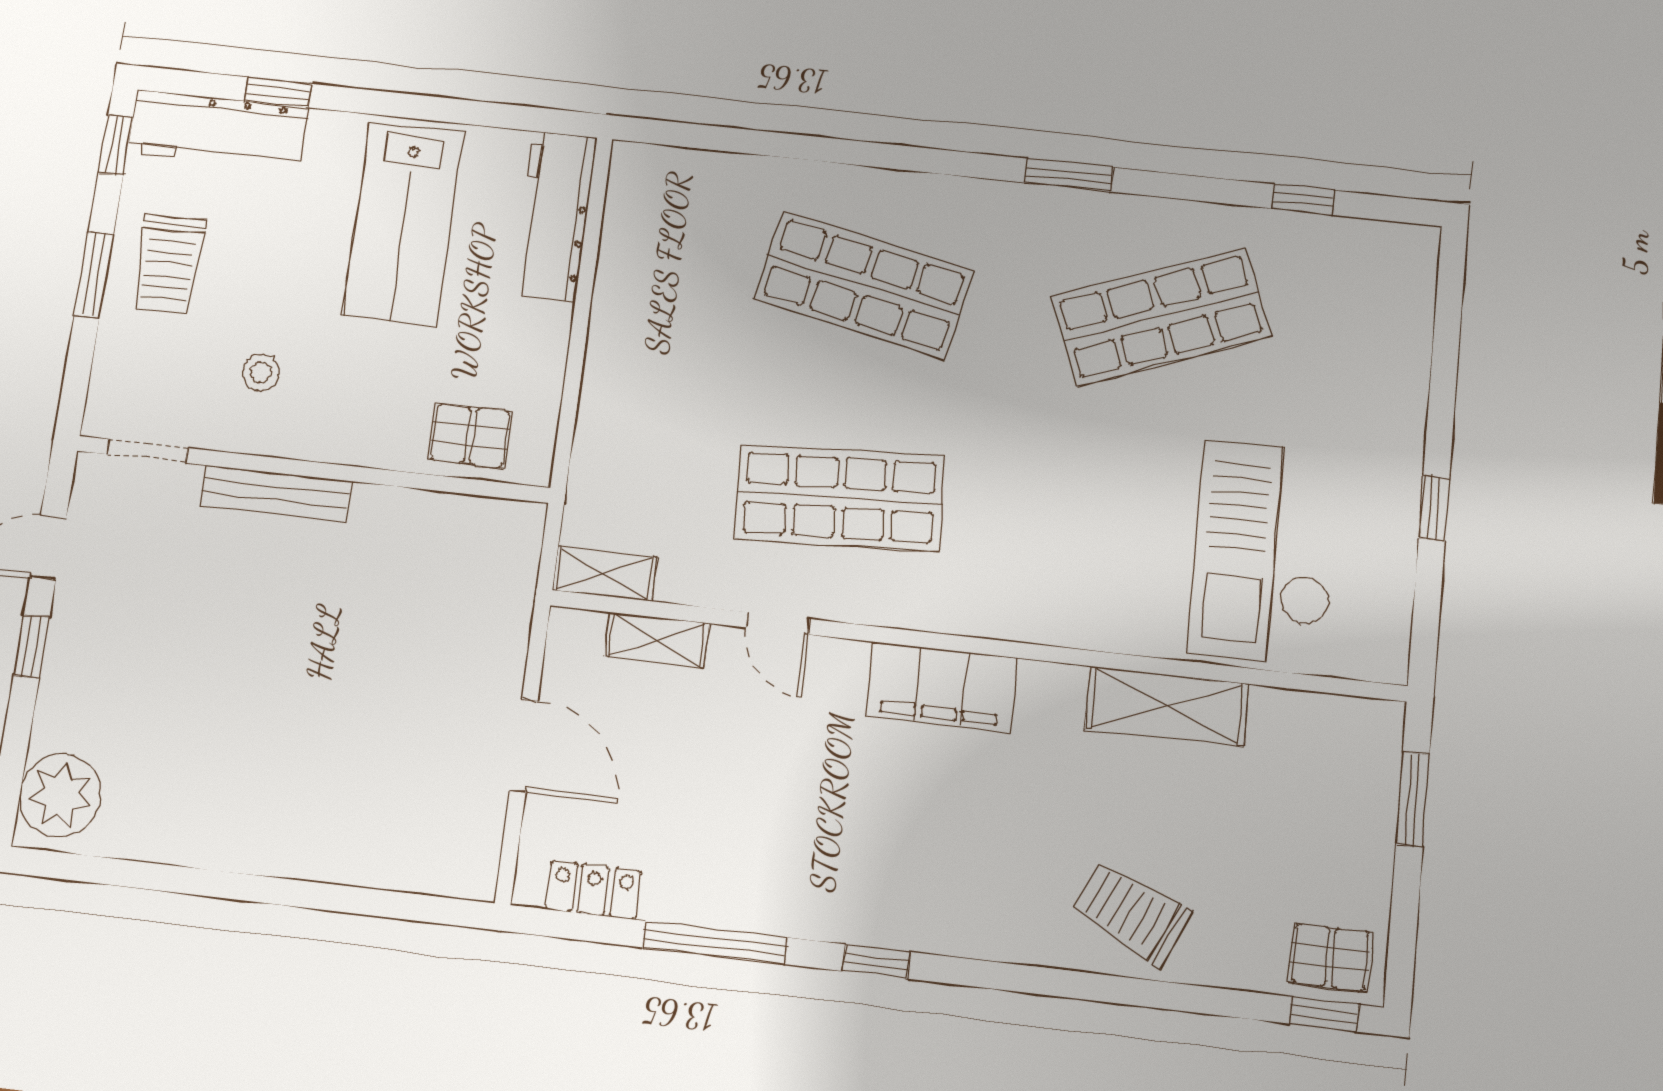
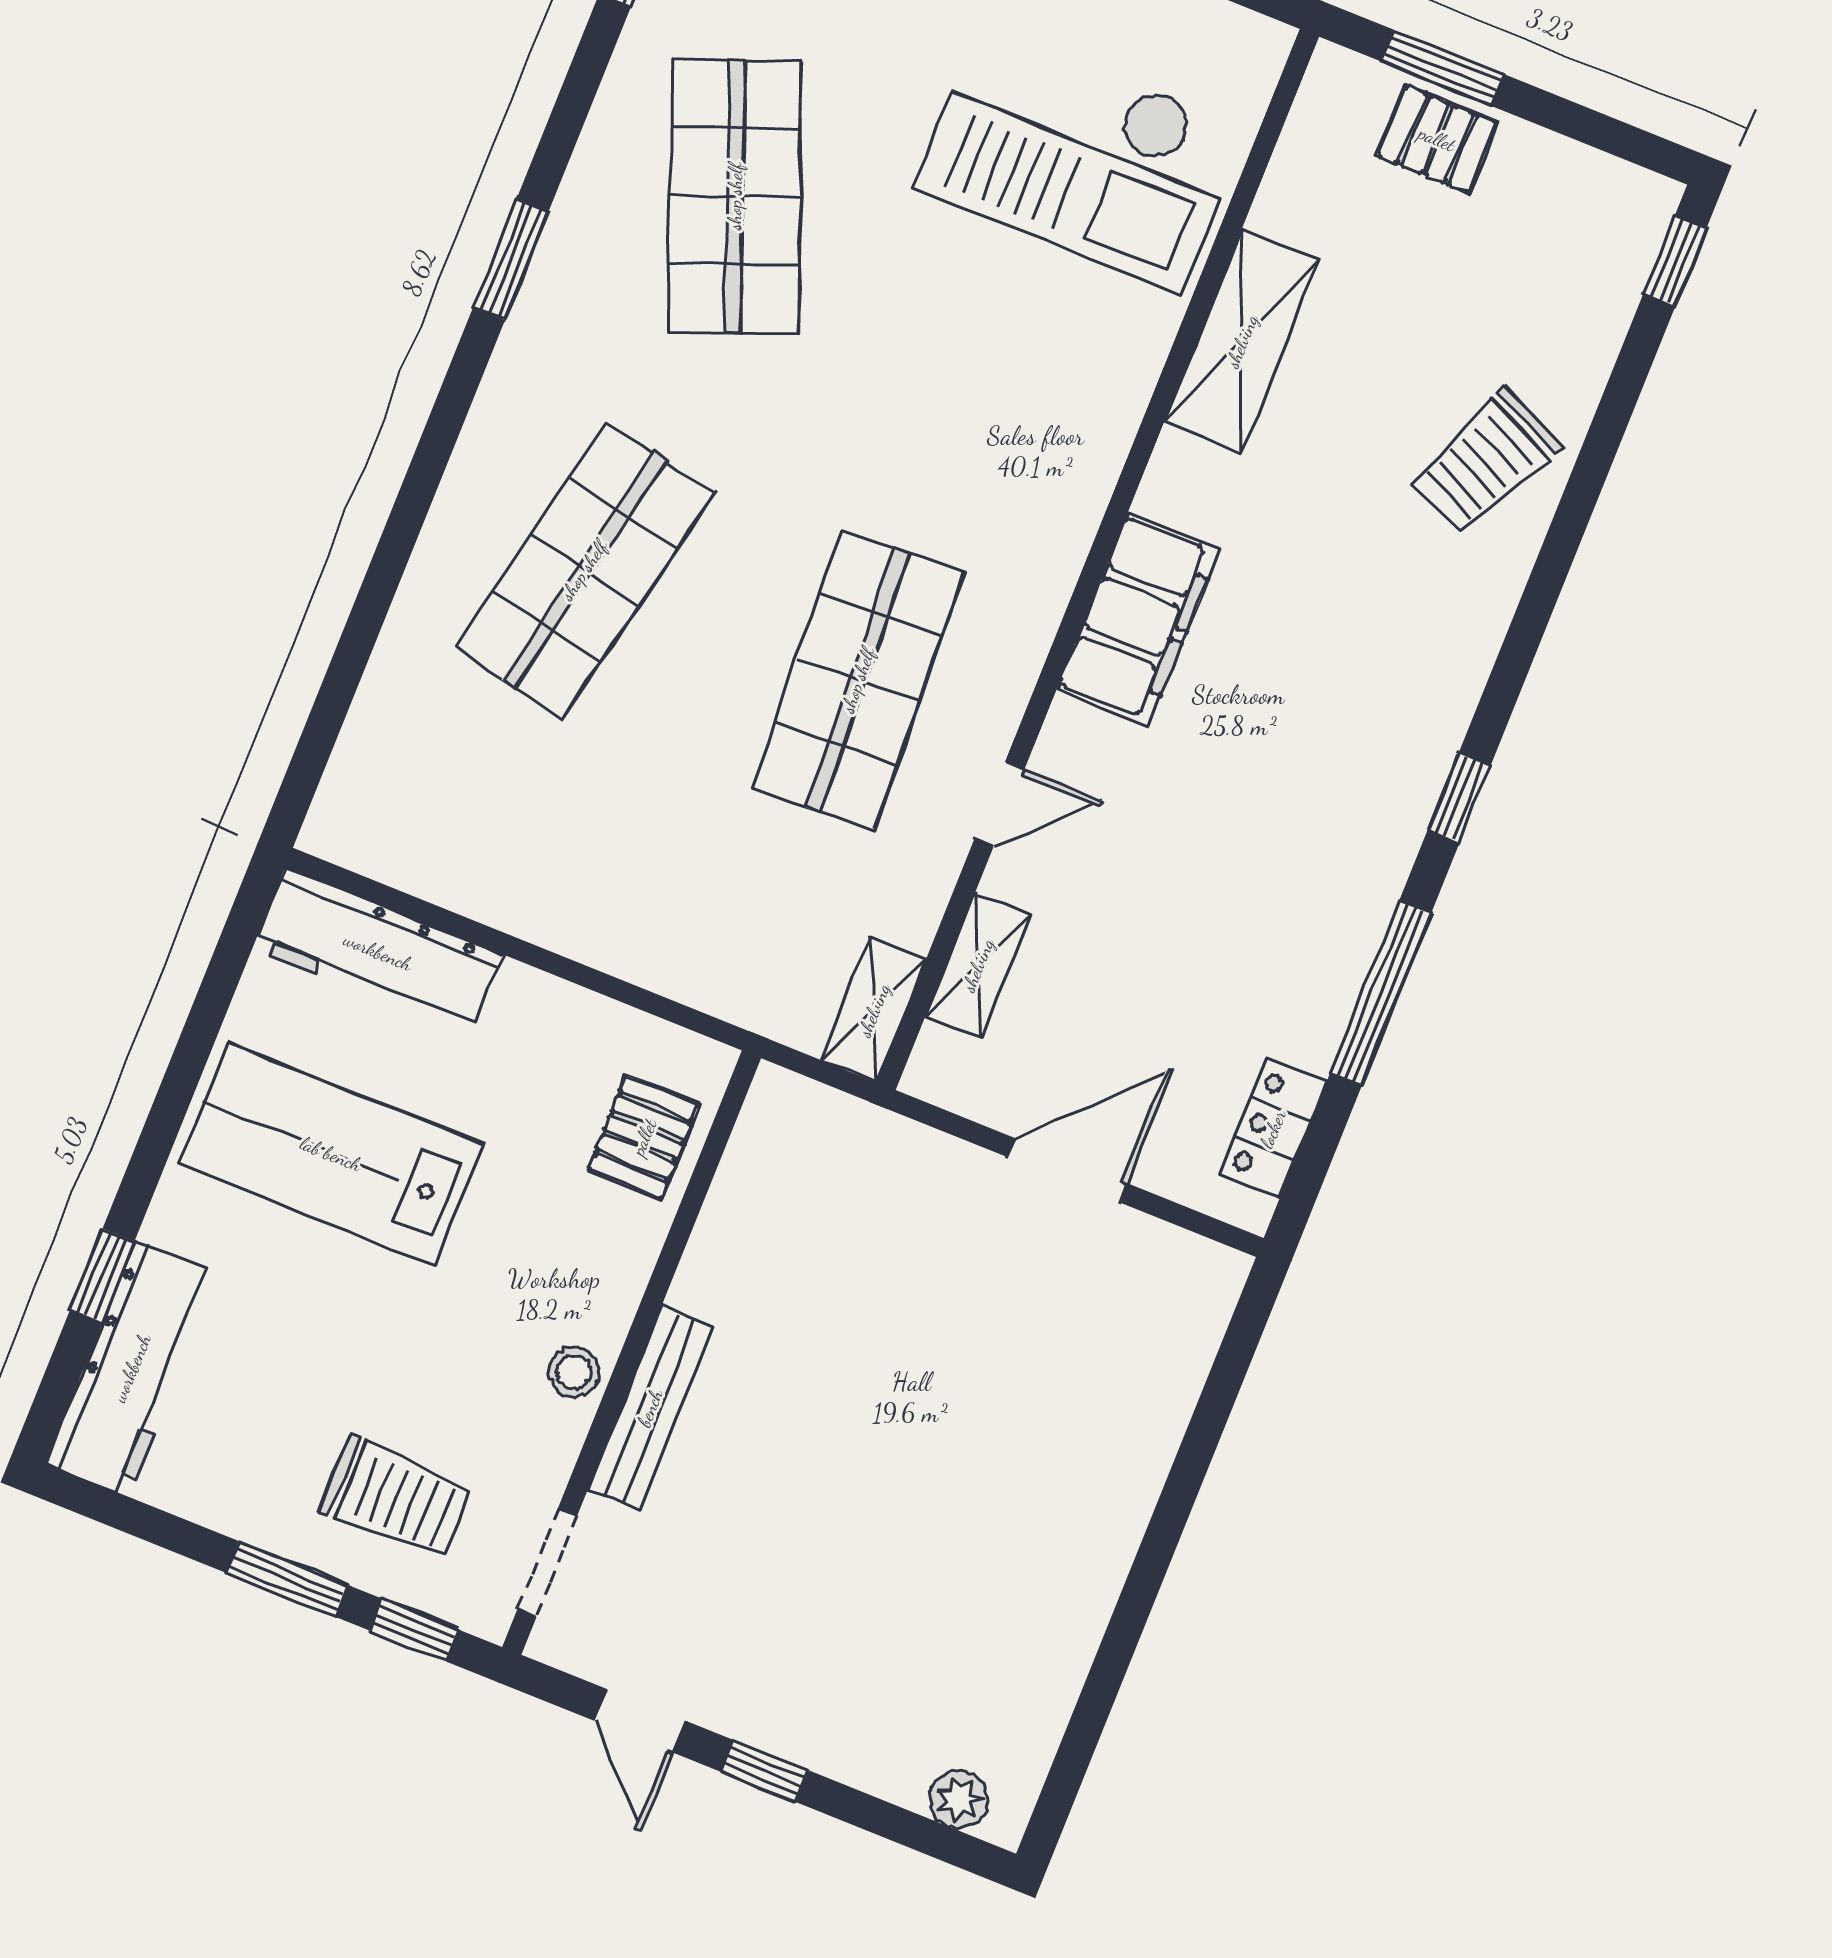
window: (116, 145) -> (414, 1630), moved
lab bench: (403, 223) -> (331, 1154), turned 180
trolley: (168, 264) -> (395, 1498), moved
stool: (261, 373) -> (574, 1372), moved
plant: (61, 795) -> (959, 1799), width x0.53, depth x0.53
pallet: (1330, 957) -> (1437, 139), moved, turned 90

